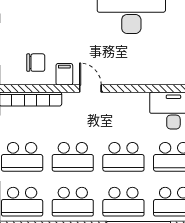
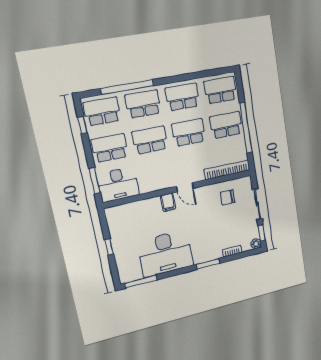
filing cabinet: (64, 74) -> (168, 202), moved

